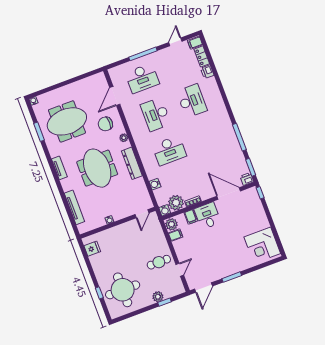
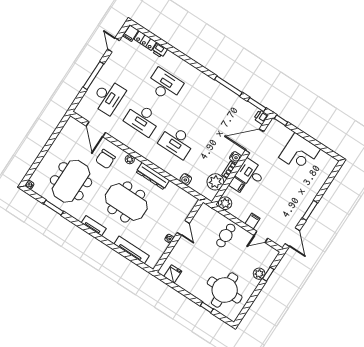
desk: (169, 151) -> (177, 142), turned 90
water cooler: (165, 210) -> (235, 157), moved
door: (142, 214) -> (183, 228), moved
filing cabinet: (176, 235) -> (253, 221), moved
corner desk: (262, 245) -> (300, 153), moved
cafe table: (159, 262) -> (226, 235), moved
door: (180, 270) -> (261, 237), swing flipped

